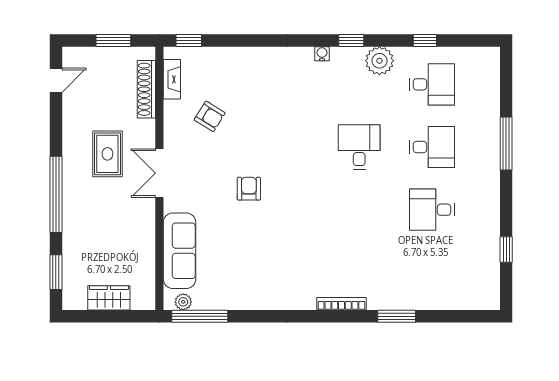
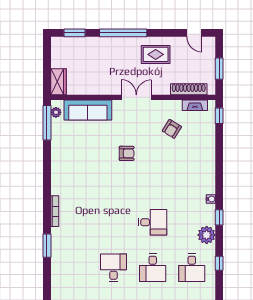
rug: (107, 154) -> (156, 54), moved
wardrobe: (109, 298) -> (58, 82), moved

